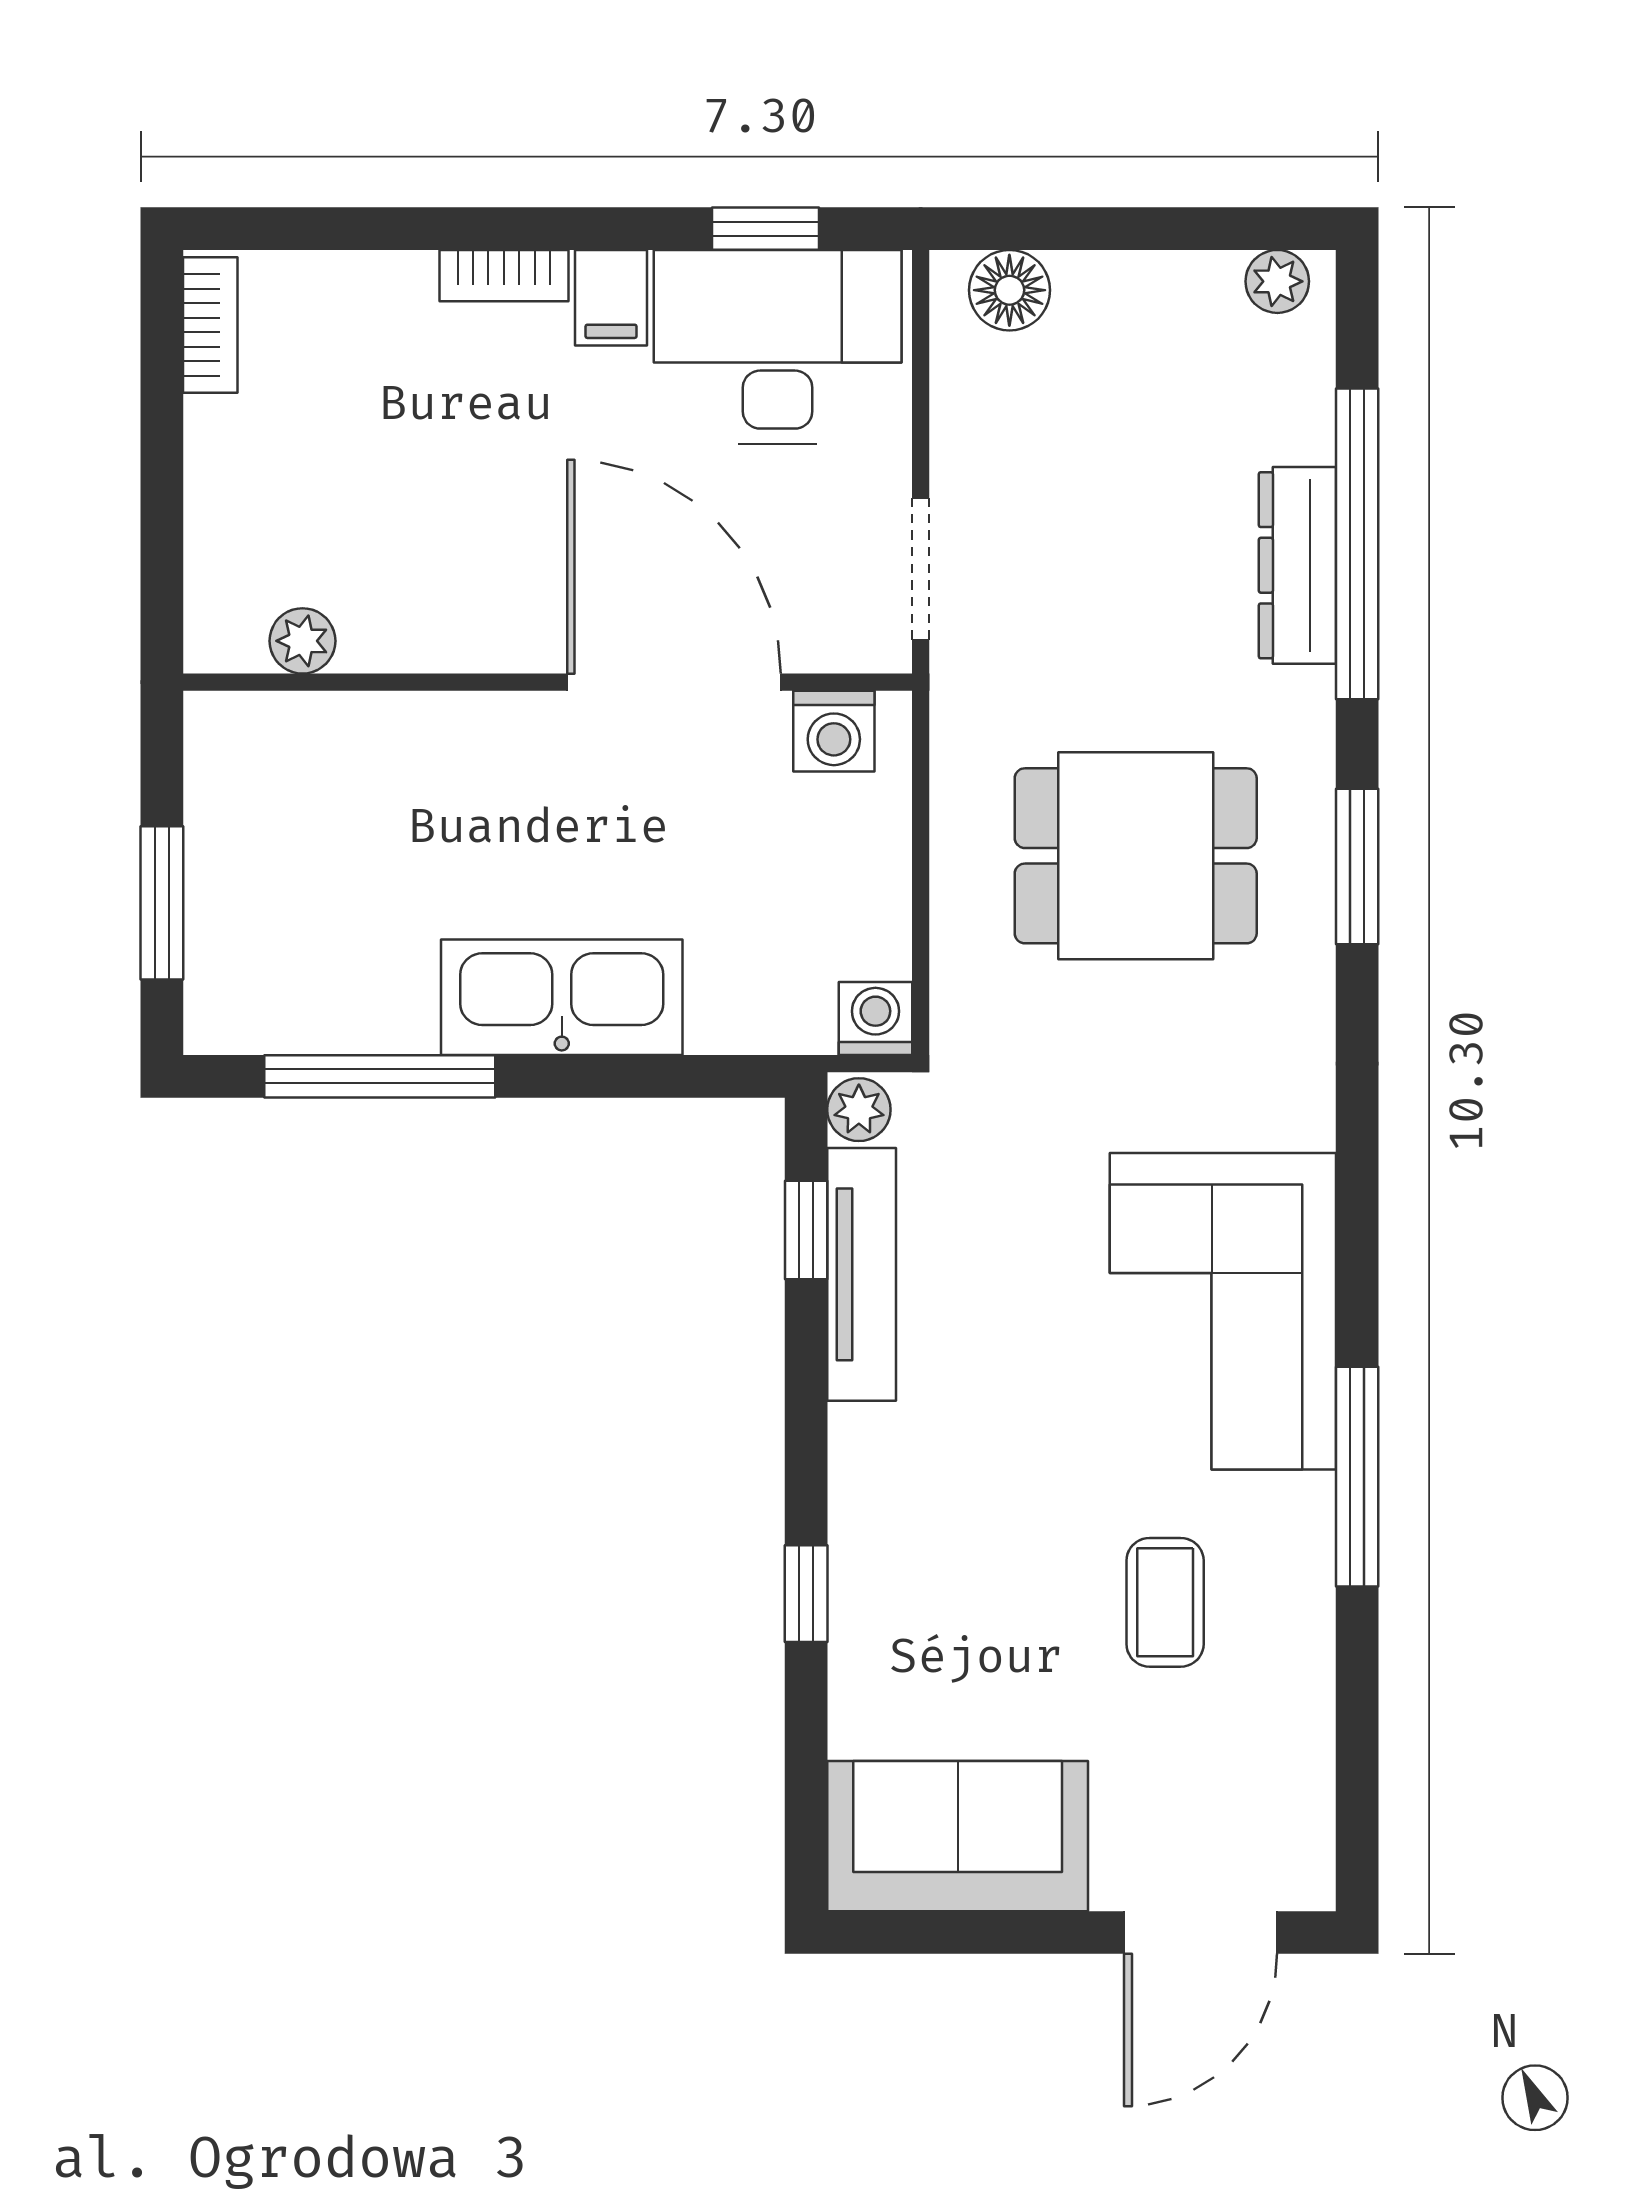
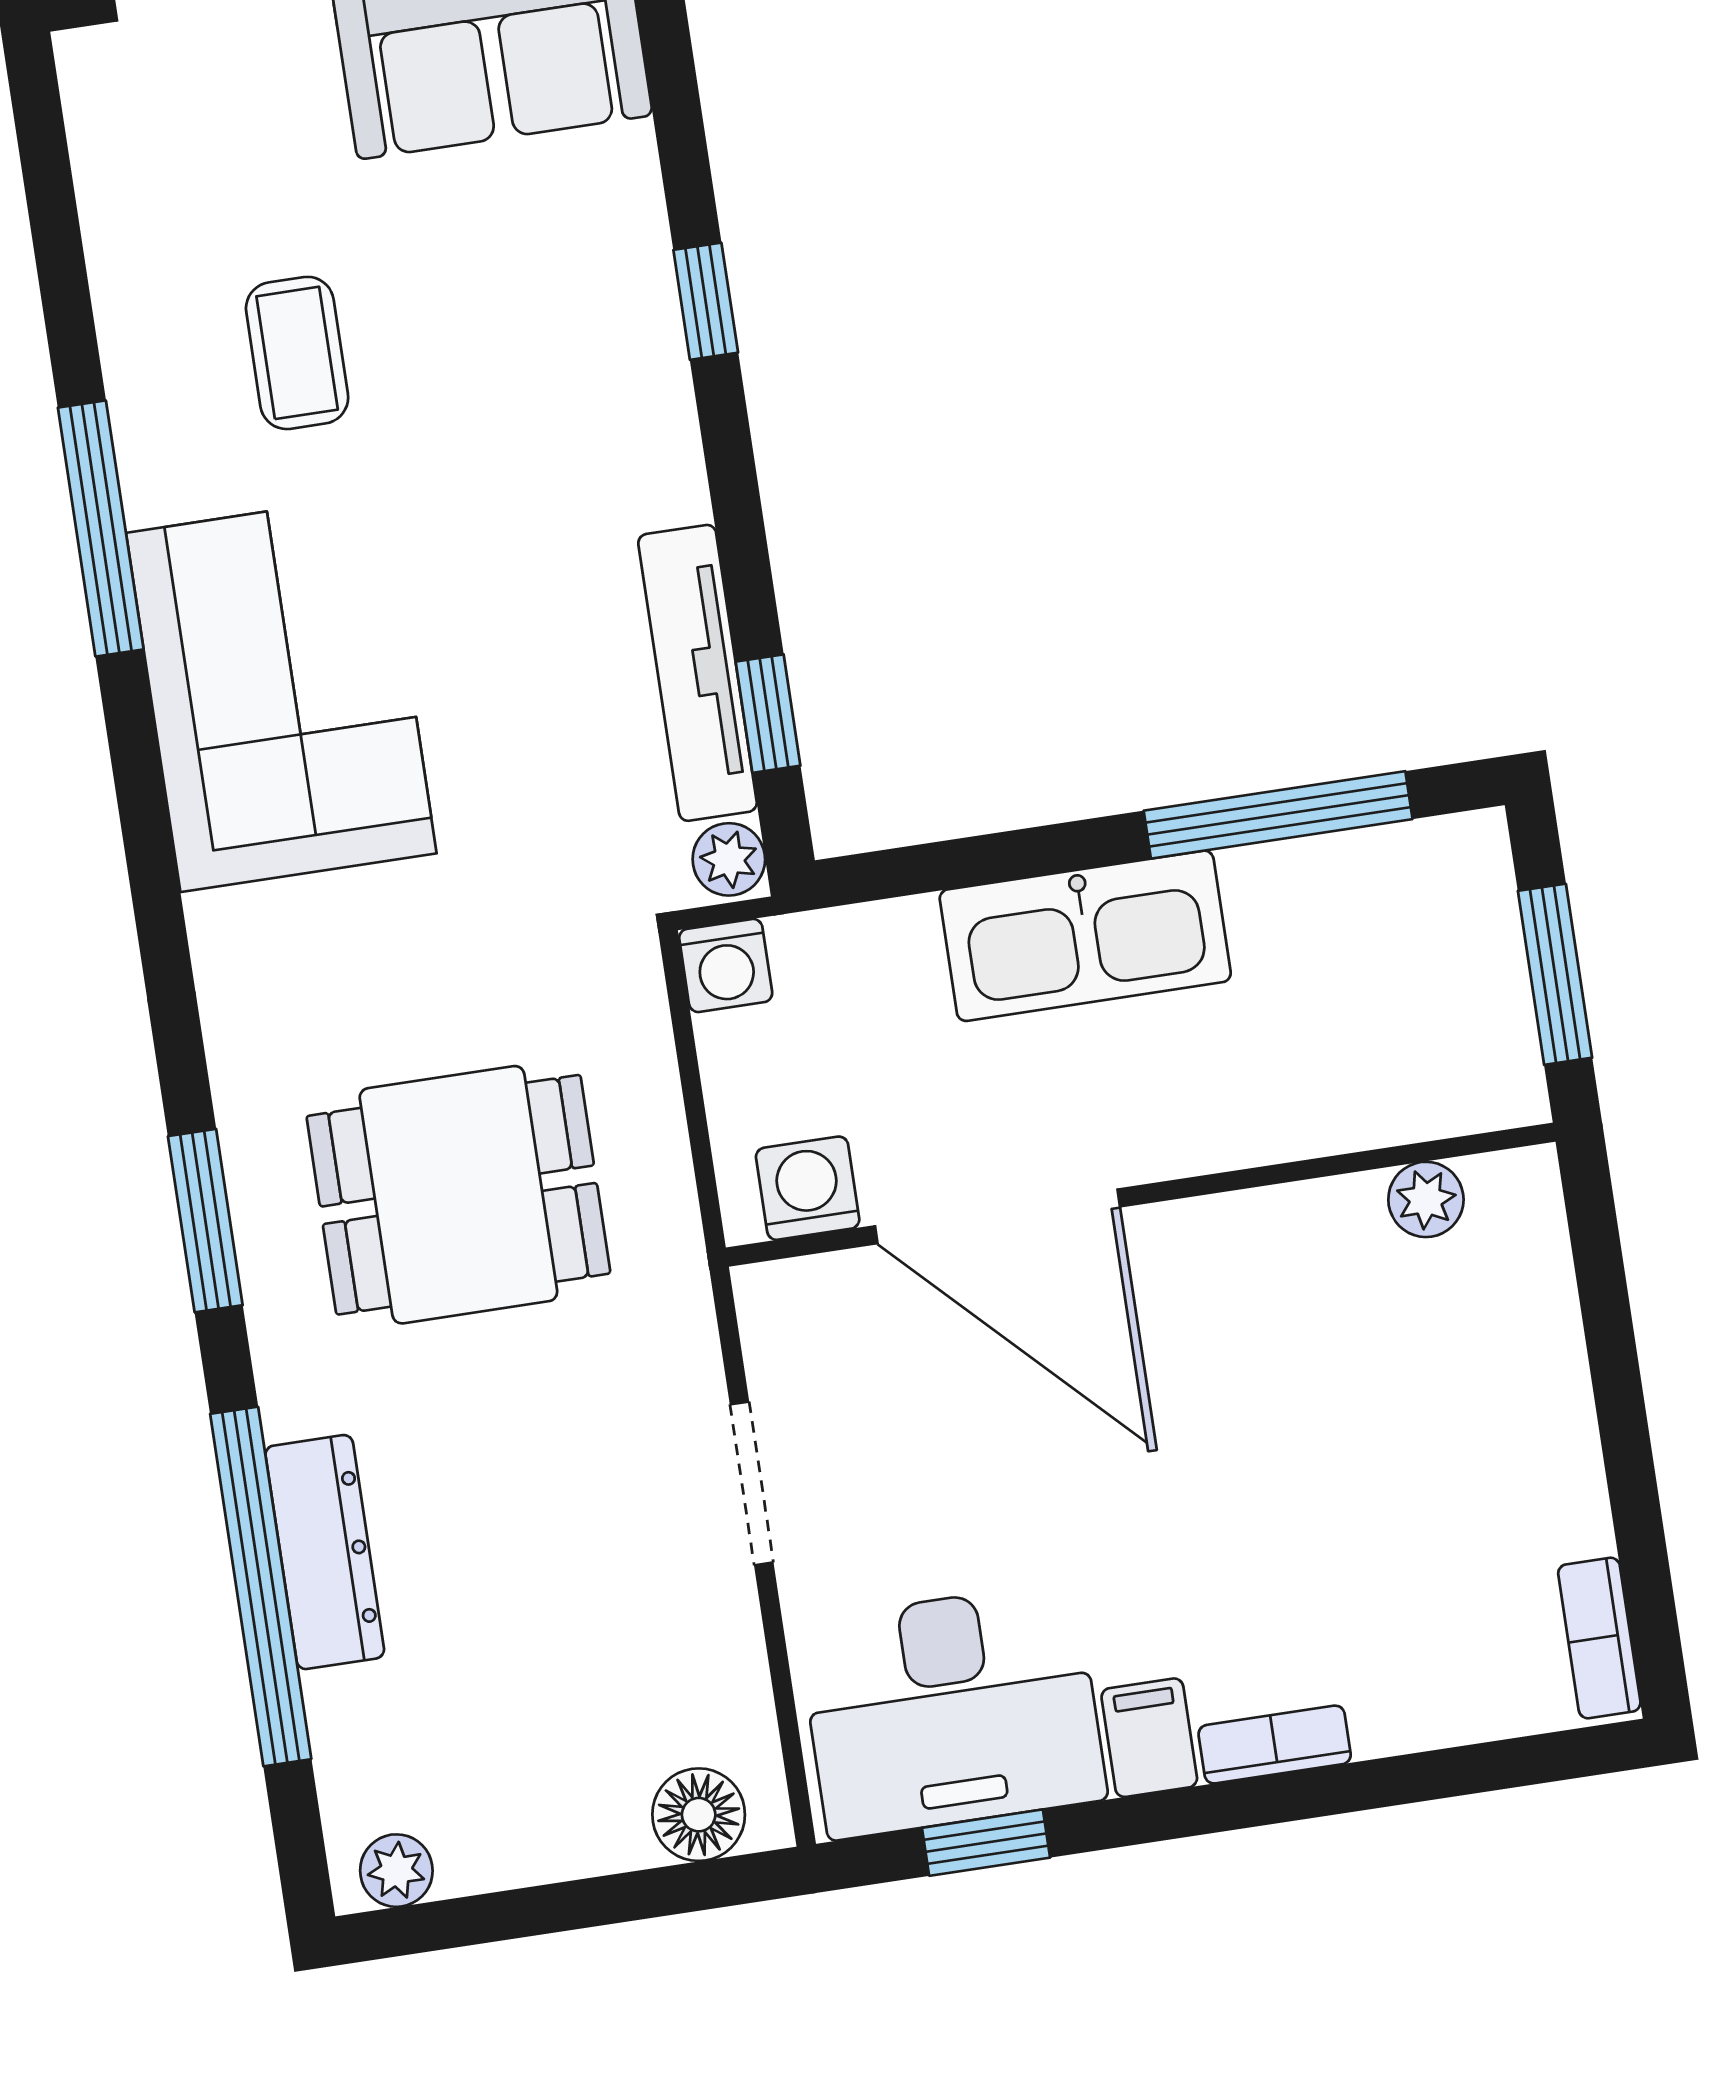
plant: (302, 641) -> (1426, 1199), moved
wall: (548, 682) -> (1141, 1195), moved
door: (674, 682) -> (997, 1216), moved
washing machine: (834, 731) -> (808, 1188), moved

